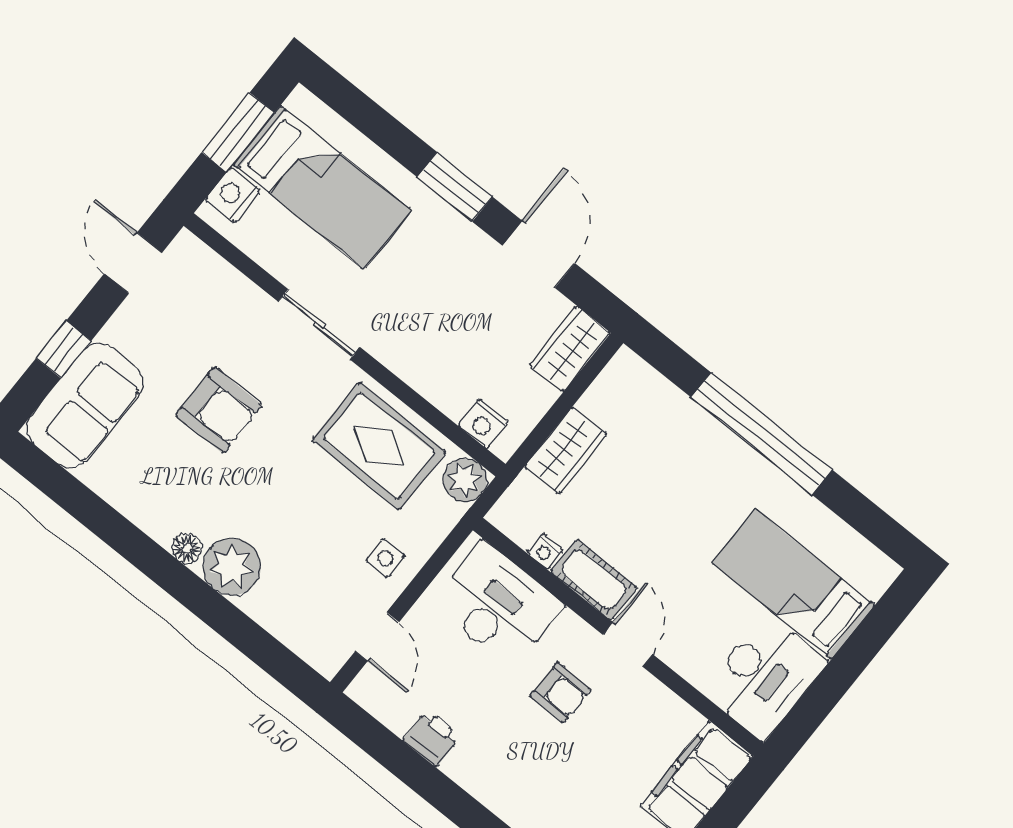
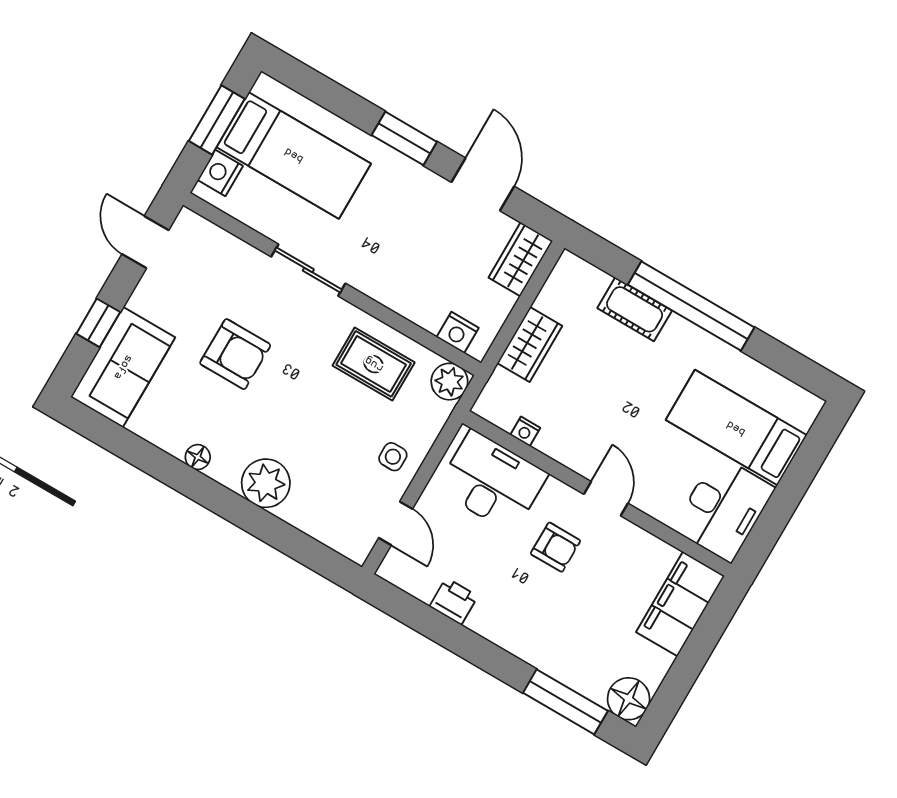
rug: (379, 446) -> (374, 364), width x0.73, depth x0.70
floor lamp: (187, 549) -> (198, 457), moved
cot: (594, 580) -> (635, 309), moved

